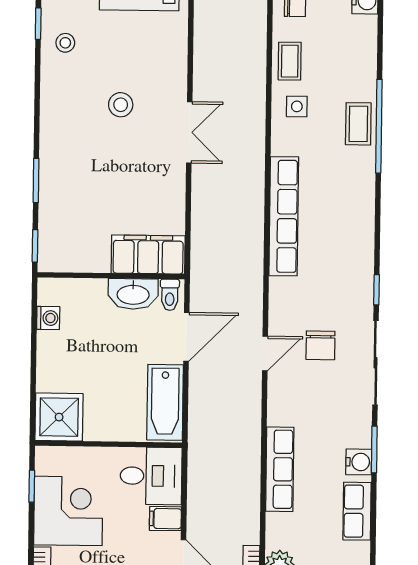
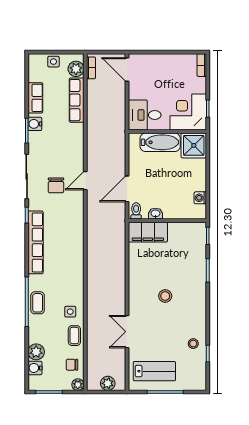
plant: (362, 31) -> (36, 352), added
stool: (121, 105) -> (165, 296), moved
double door: (189, 132) -> (127, 332), moved
row of seats: (284, 216) -> (36, 242), moved, turned 180
washbasin: (133, 294) -> (155, 214), width x0.52, depth x0.69
chair: (320, 345) -> (56, 185), turned 180
bathtub: (165, 402) -> (160, 142), moved, turned 90
row of seats: (280, 469) -> (77, 100), moved
corner desk: (68, 511) -> (188, 112), moved, turned 90
filing cabinet: (165, 519) -> (137, 92), removed

